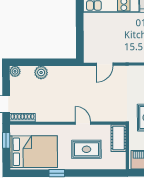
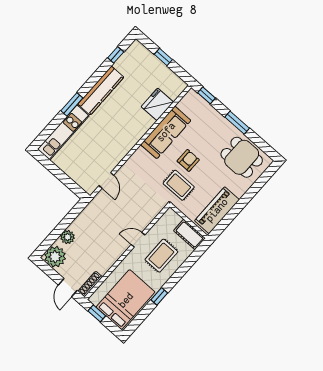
plant: (15, 71) -> (55, 257), width x1.87, depth x1.87
cot: (119, 138) -> (189, 234), moved

